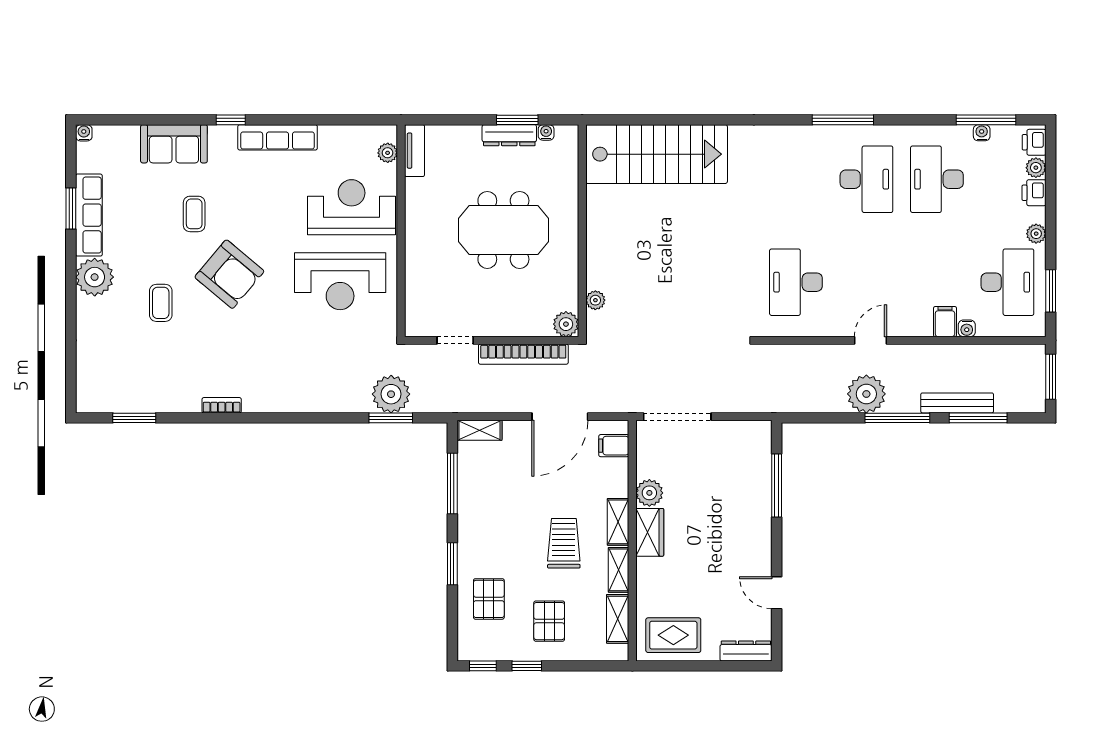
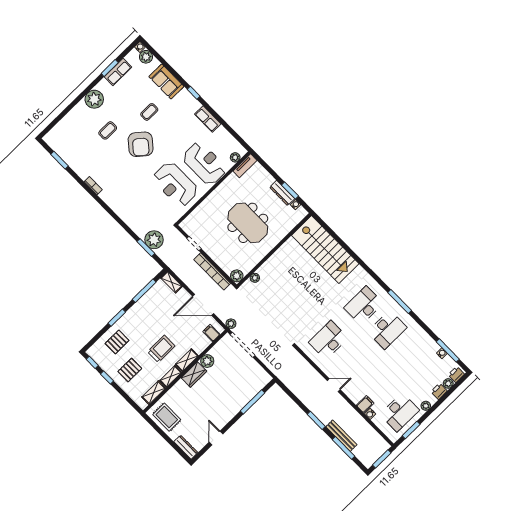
row of seats: (278, 137) -> (208, 119), width x0.68
plant: (107, 138) -> (146, 57), added
desk: (937, 179) -> (364, 306), moved
row of seats: (89, 215) -> (118, 72), width x0.68
plant: (866, 394) -> (231, 324), moved, width x0.53, depth x0.53
window: (897, 418) -> (316, 420), width x0.69

